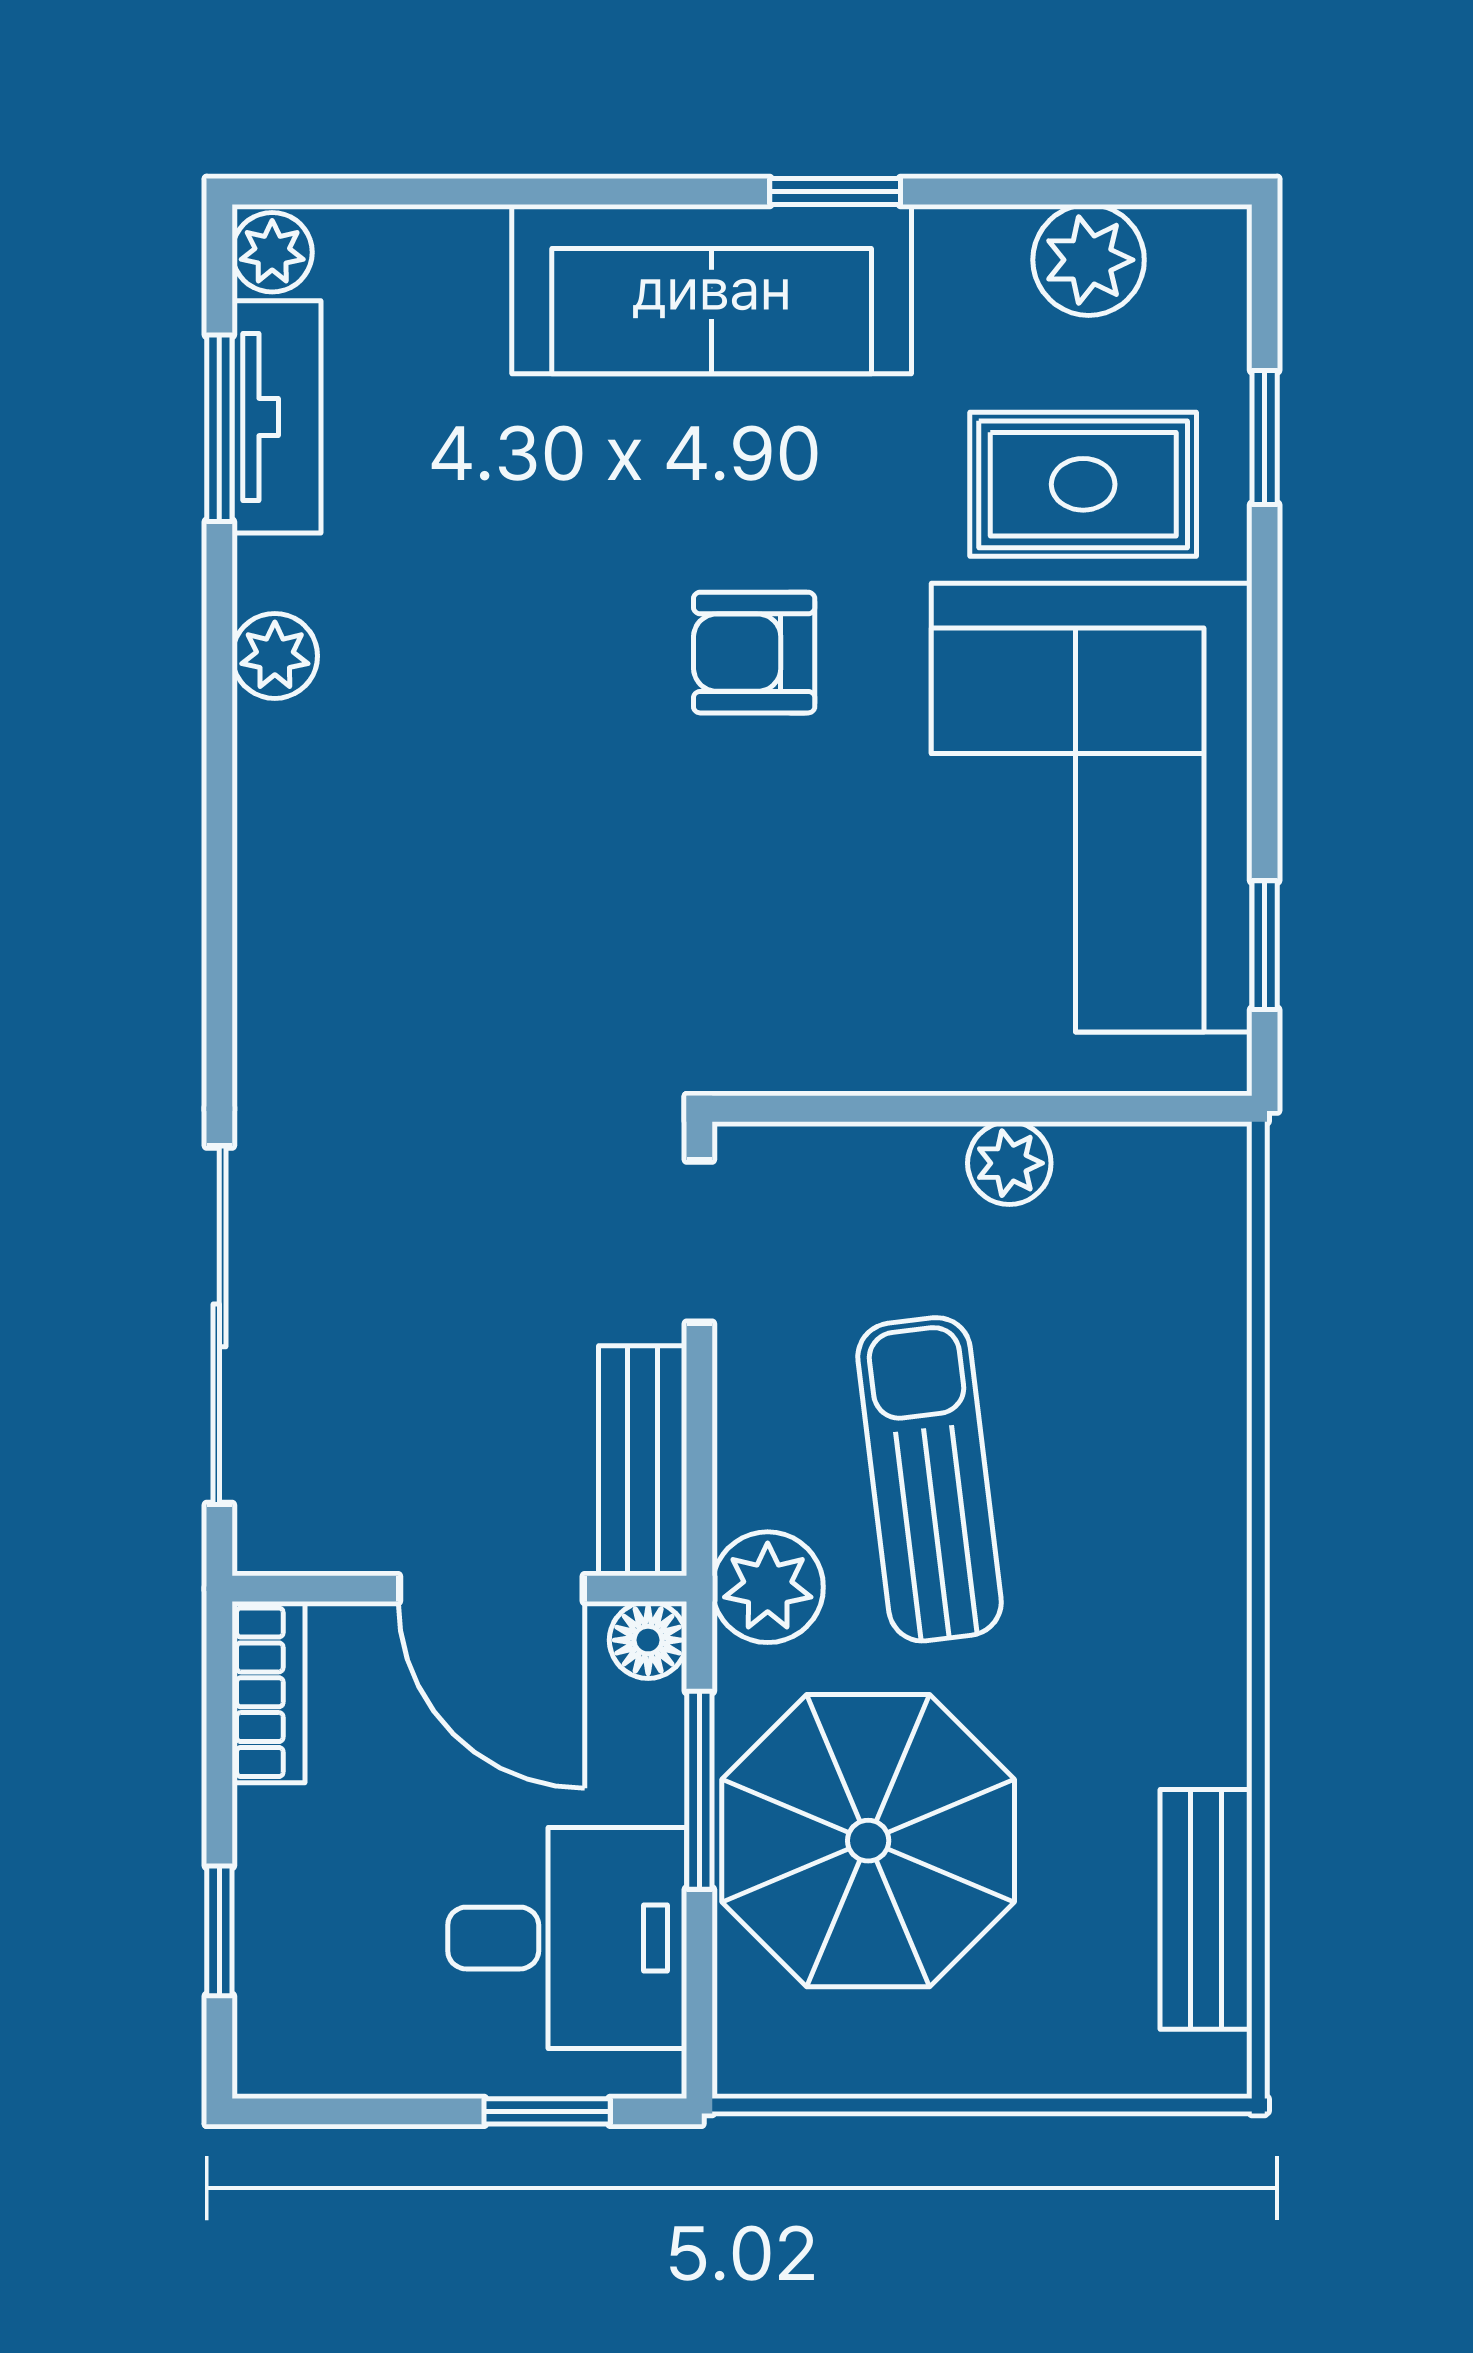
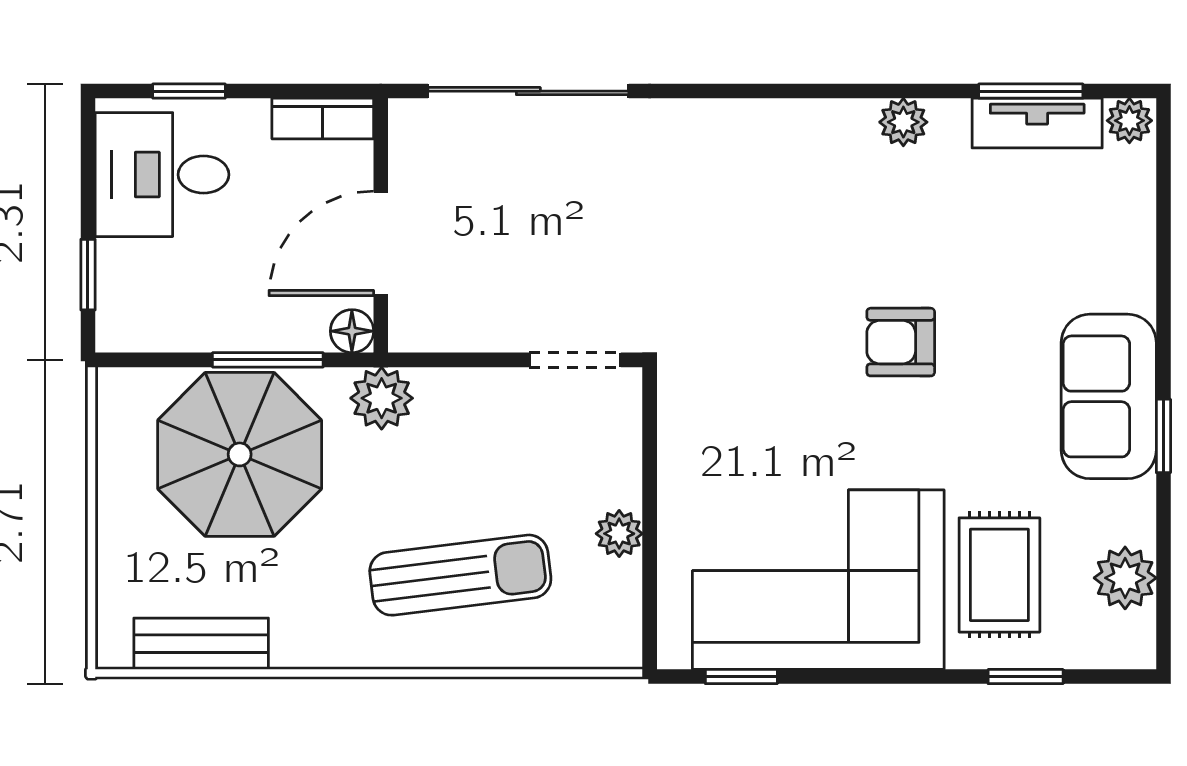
sofa: (712, 289) -> (1109, 396), width x0.73
armchair: (754, 653) -> (901, 342), moved, turned -90
bench: (643, 1461) -> (452, 328), removed
sun lounger: (930, 1479) -> (460, 575), moved
desk: (567, 1938) -> (162, 175), moved, turned 90

